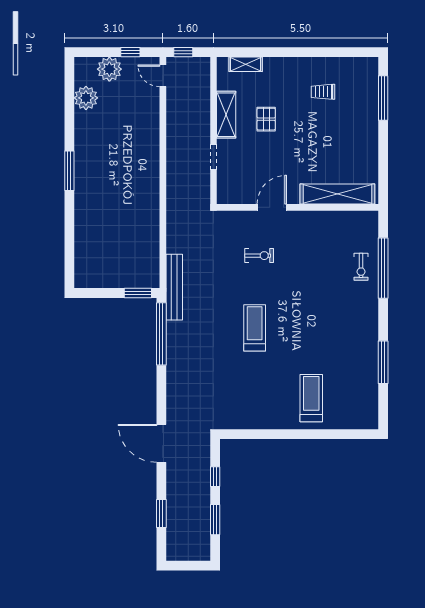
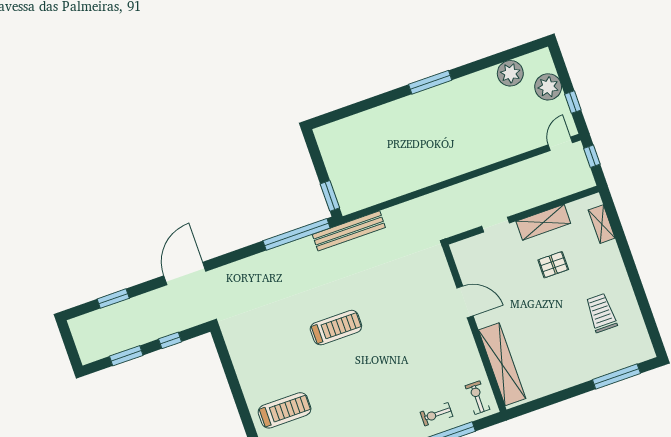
trolley: (323, 92) -> (601, 313), width x1.36, depth x1.39
exercise bike: (259, 256) -> (477, 398), moved, turned 180

